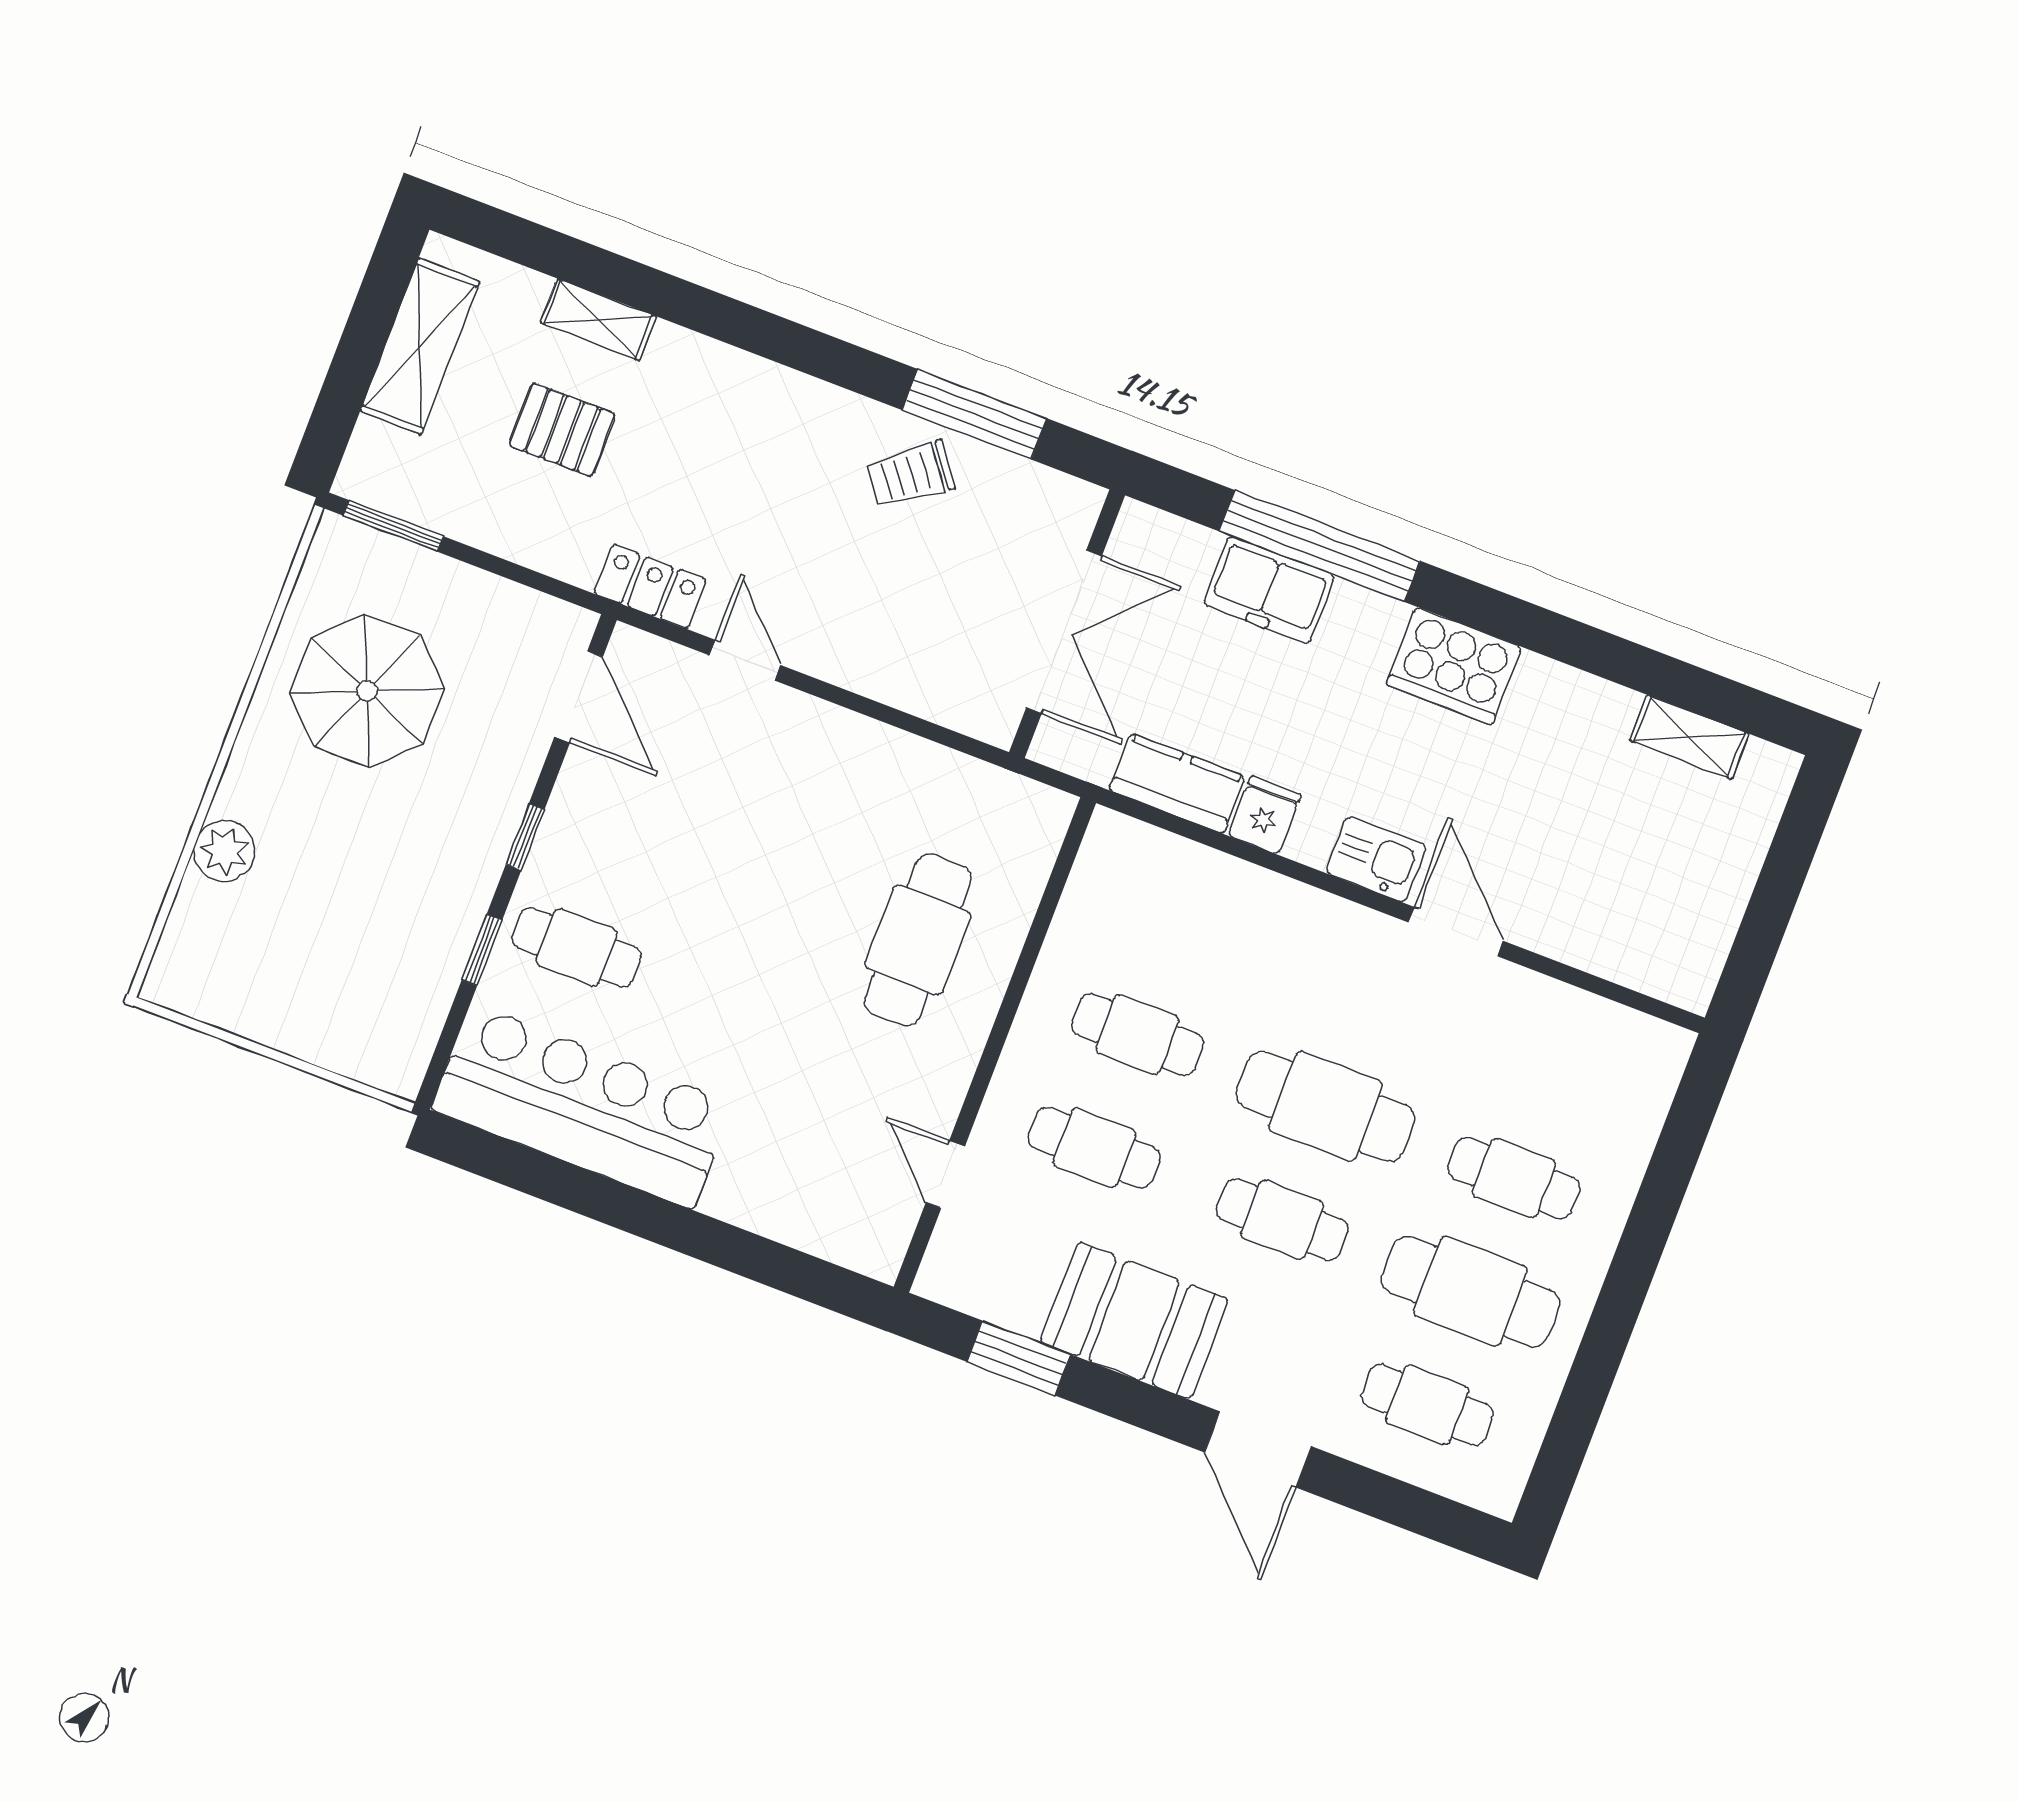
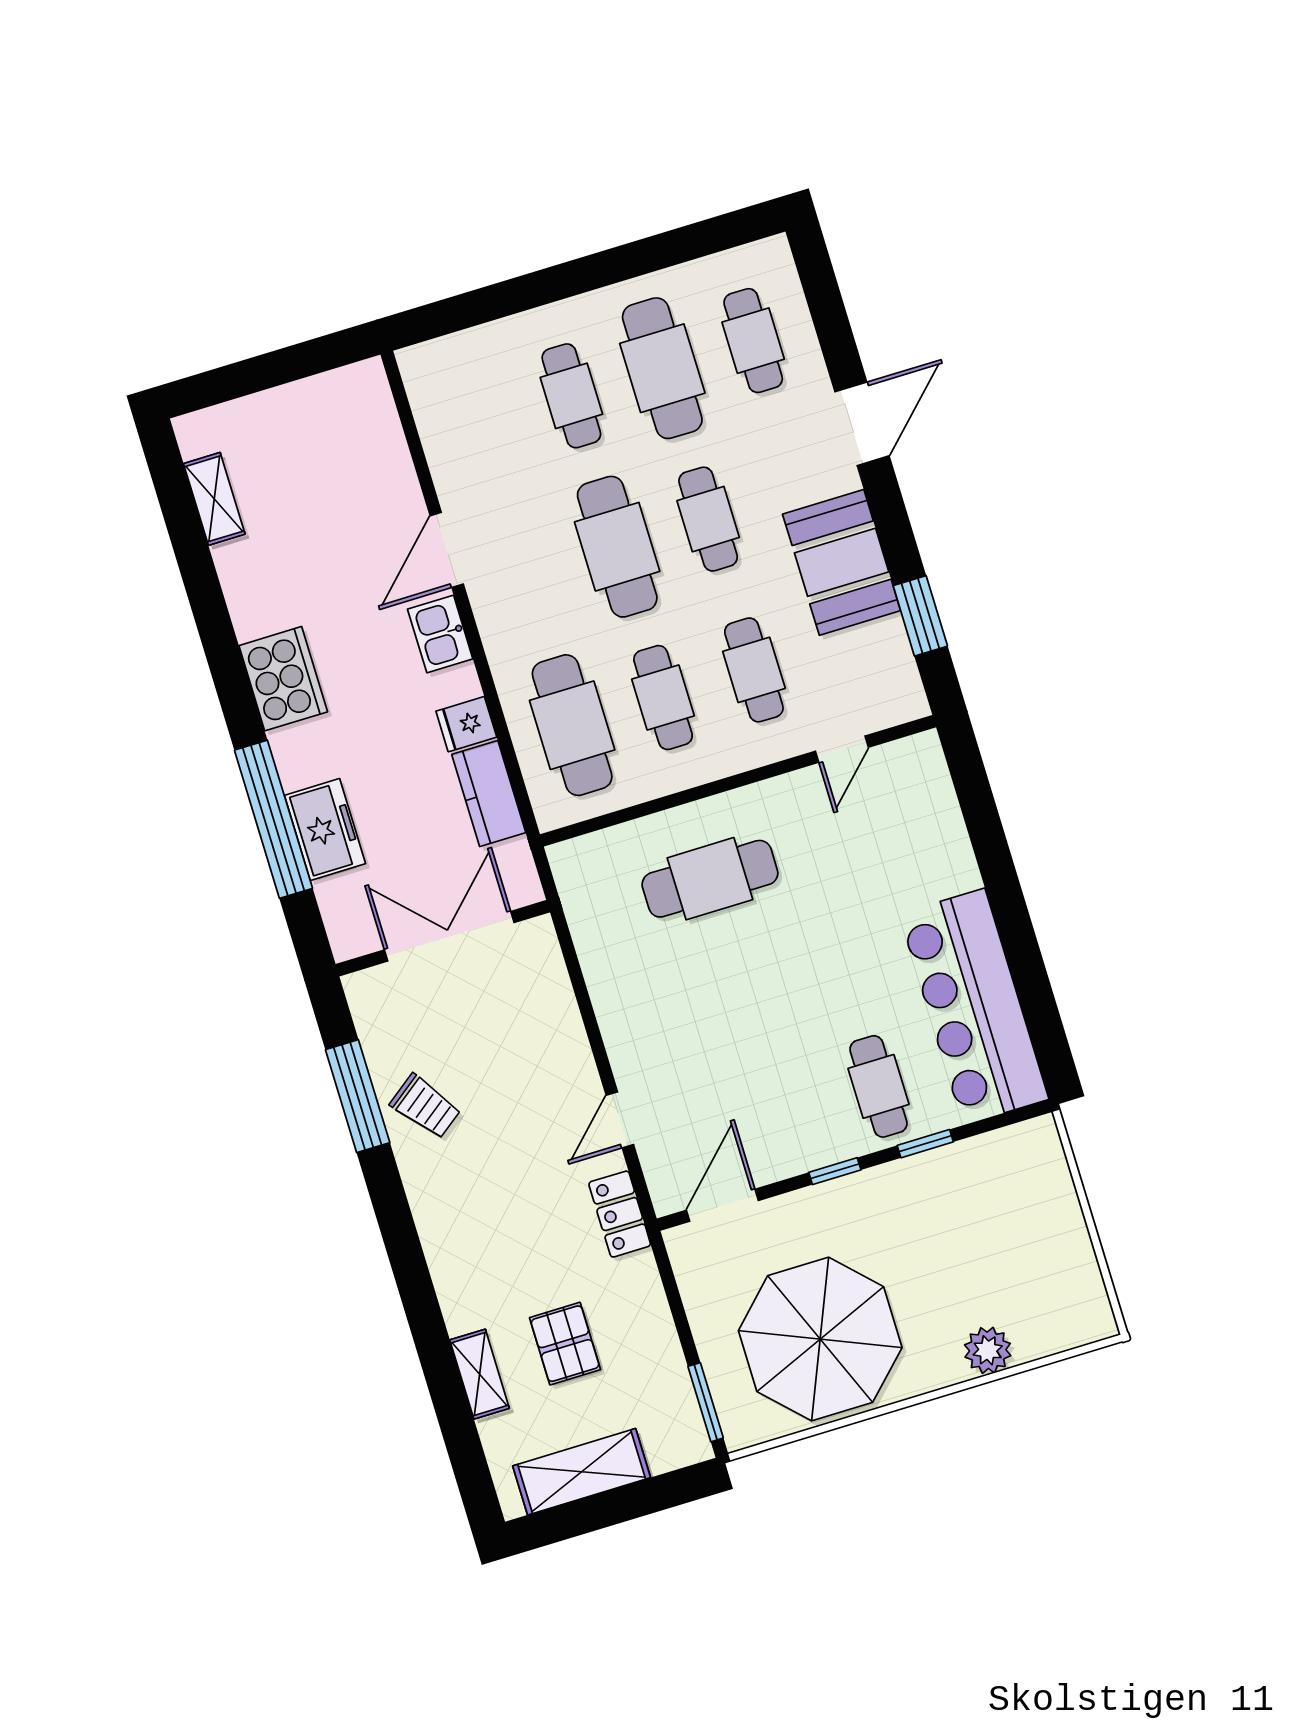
parasol: (367, 691) -> (820, 1339), width x1.36, depth x1.36
cafe table: (1181, 921) -> (572, 725), added

